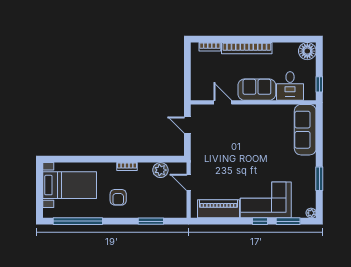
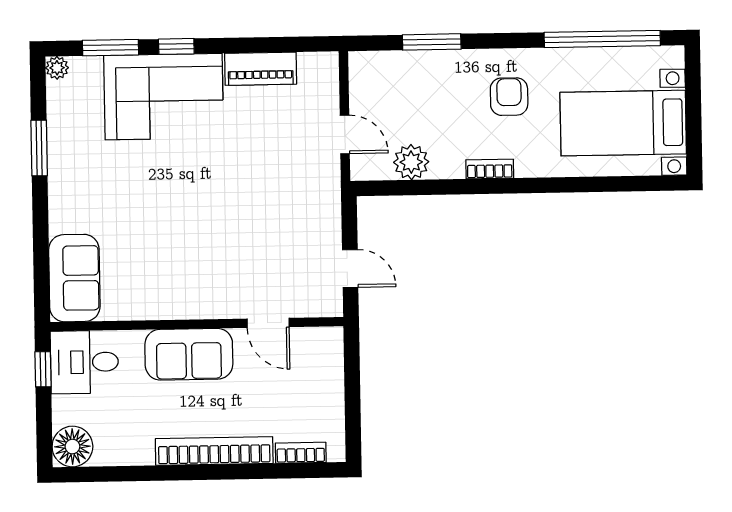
desk: (290, 86) -> (84, 362), moved, turned -90
sofa: (305, 130) -> (74, 278), width x0.73
piano: (219, 209) -> (261, 69), width x0.73, depth x0.75

